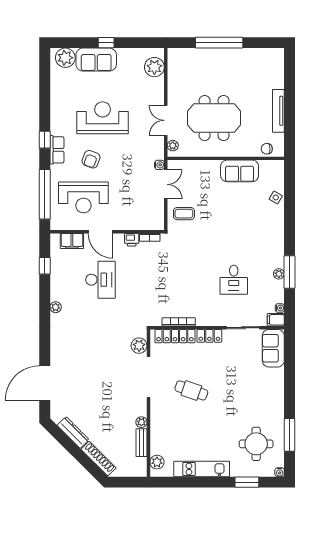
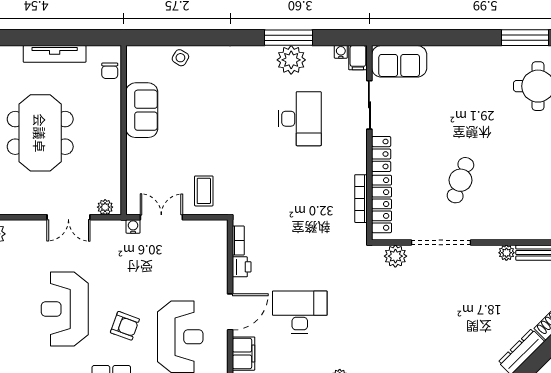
meeting table: (214, 118) -> (40, 133), moved
plant: (279, 274) -> (291, 60), width x1.88, depth x1.88
desk: (234, 280) -> (300, 119), width x1.37

